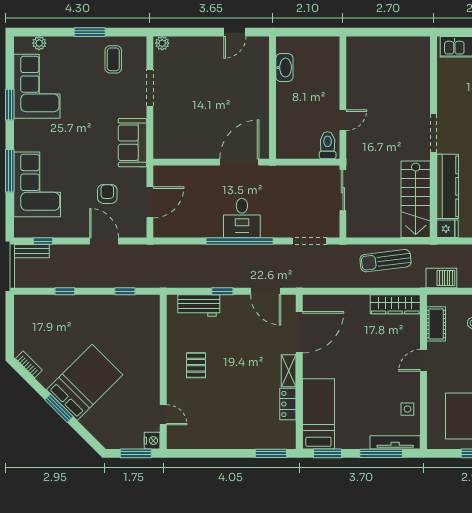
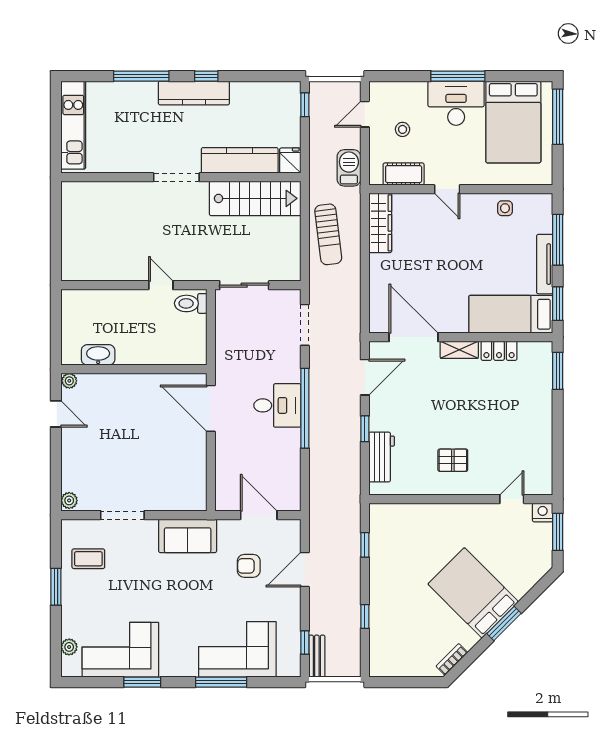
plant: (263, 43) -> (69, 381), added
tv unit: (395, 442) -> (545, 264), moved

